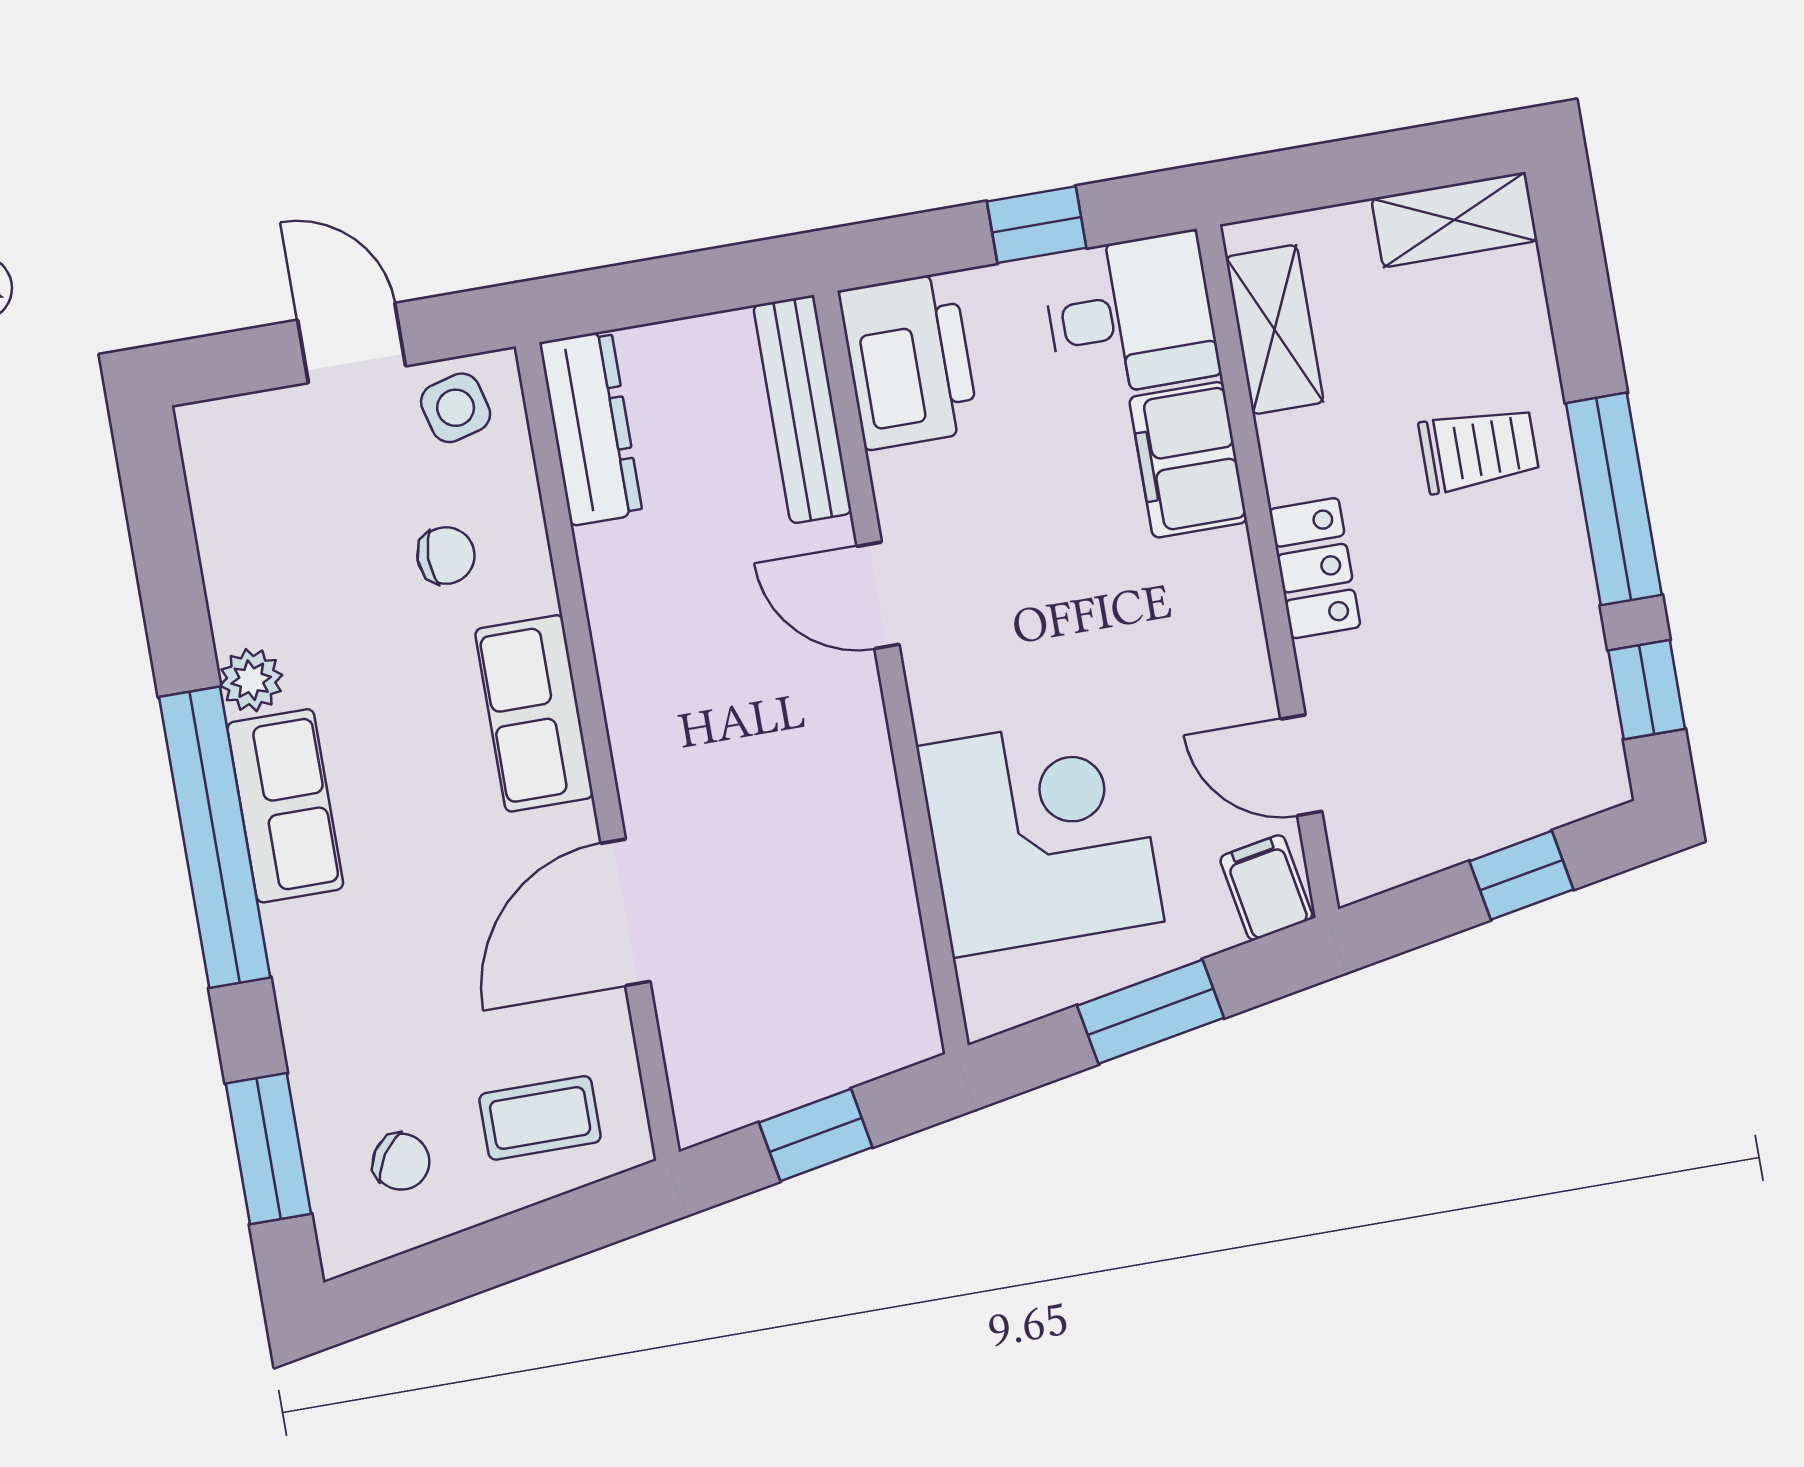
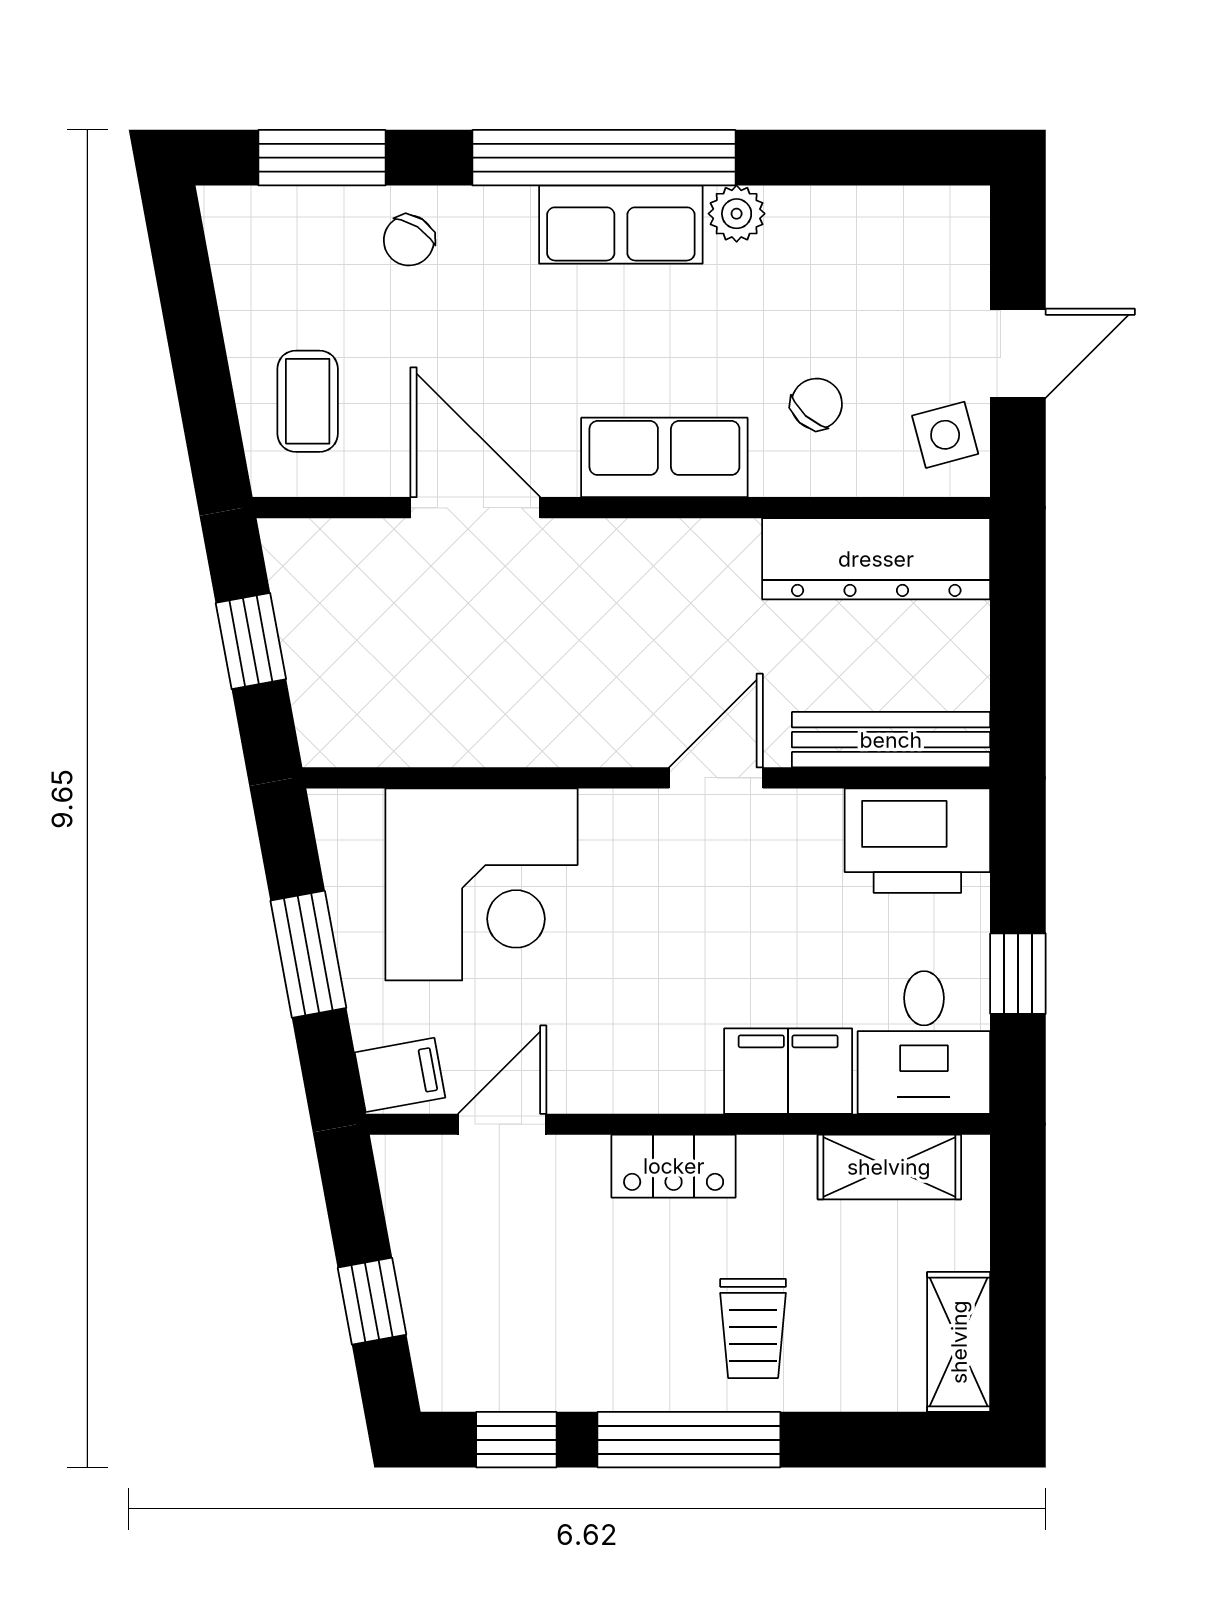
dresser: (591, 428) -> (876, 559), width x1.37, depth x1.24
chair: (446, 556) -> (817, 404), turned -138
chair: (401, 1162) -> (409, 240), moved

